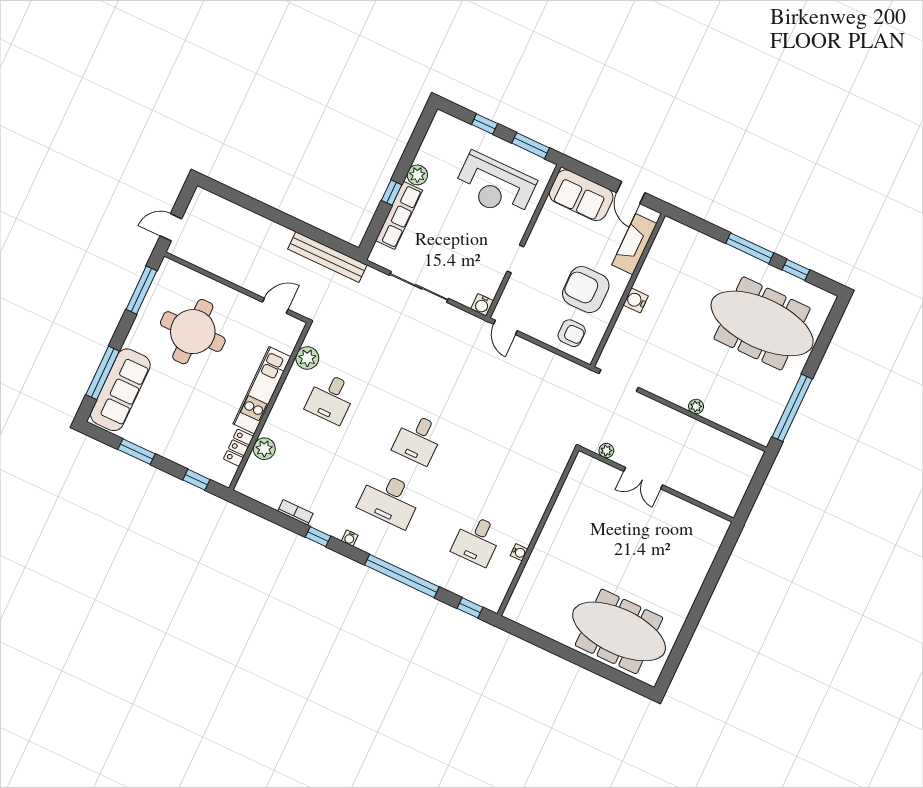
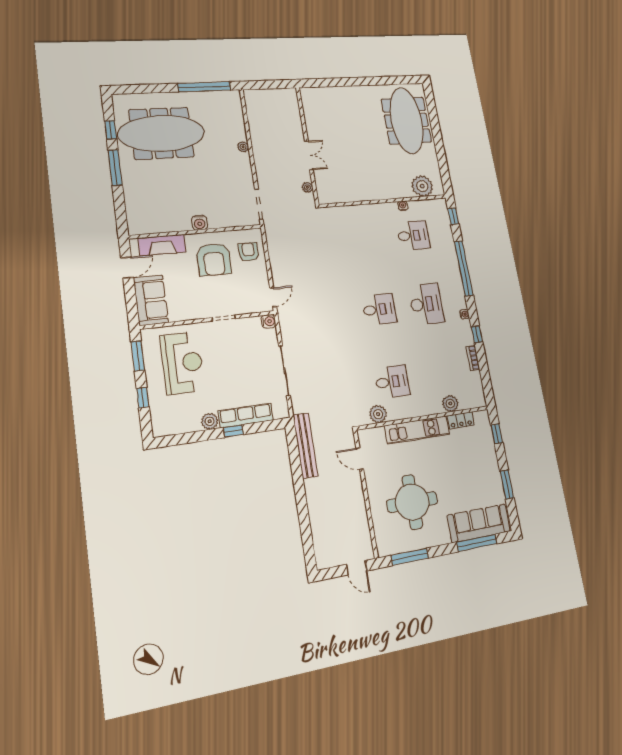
meeting table: (762, 323) -> (162, 133), turned 90
plant: (528, 594) -> (422, 186), added

